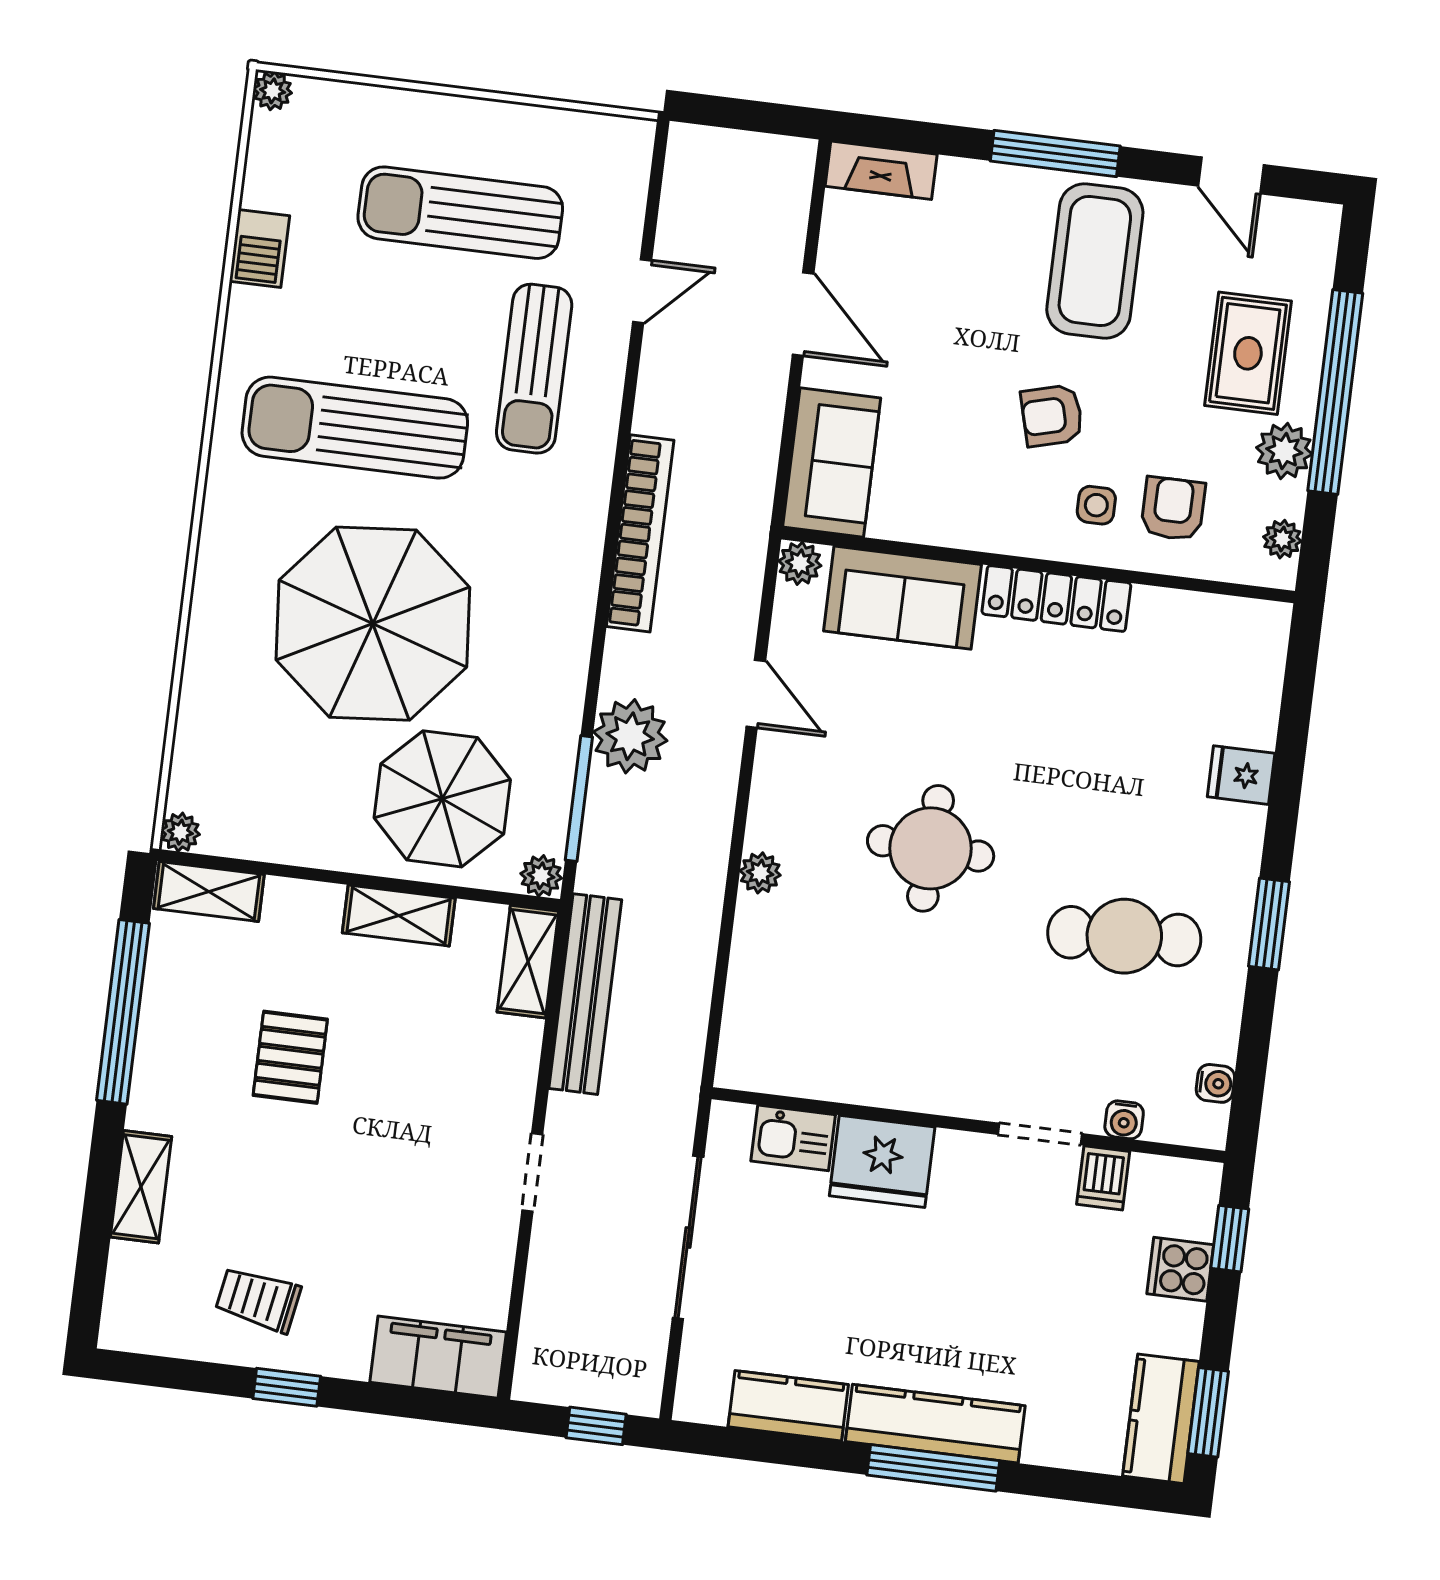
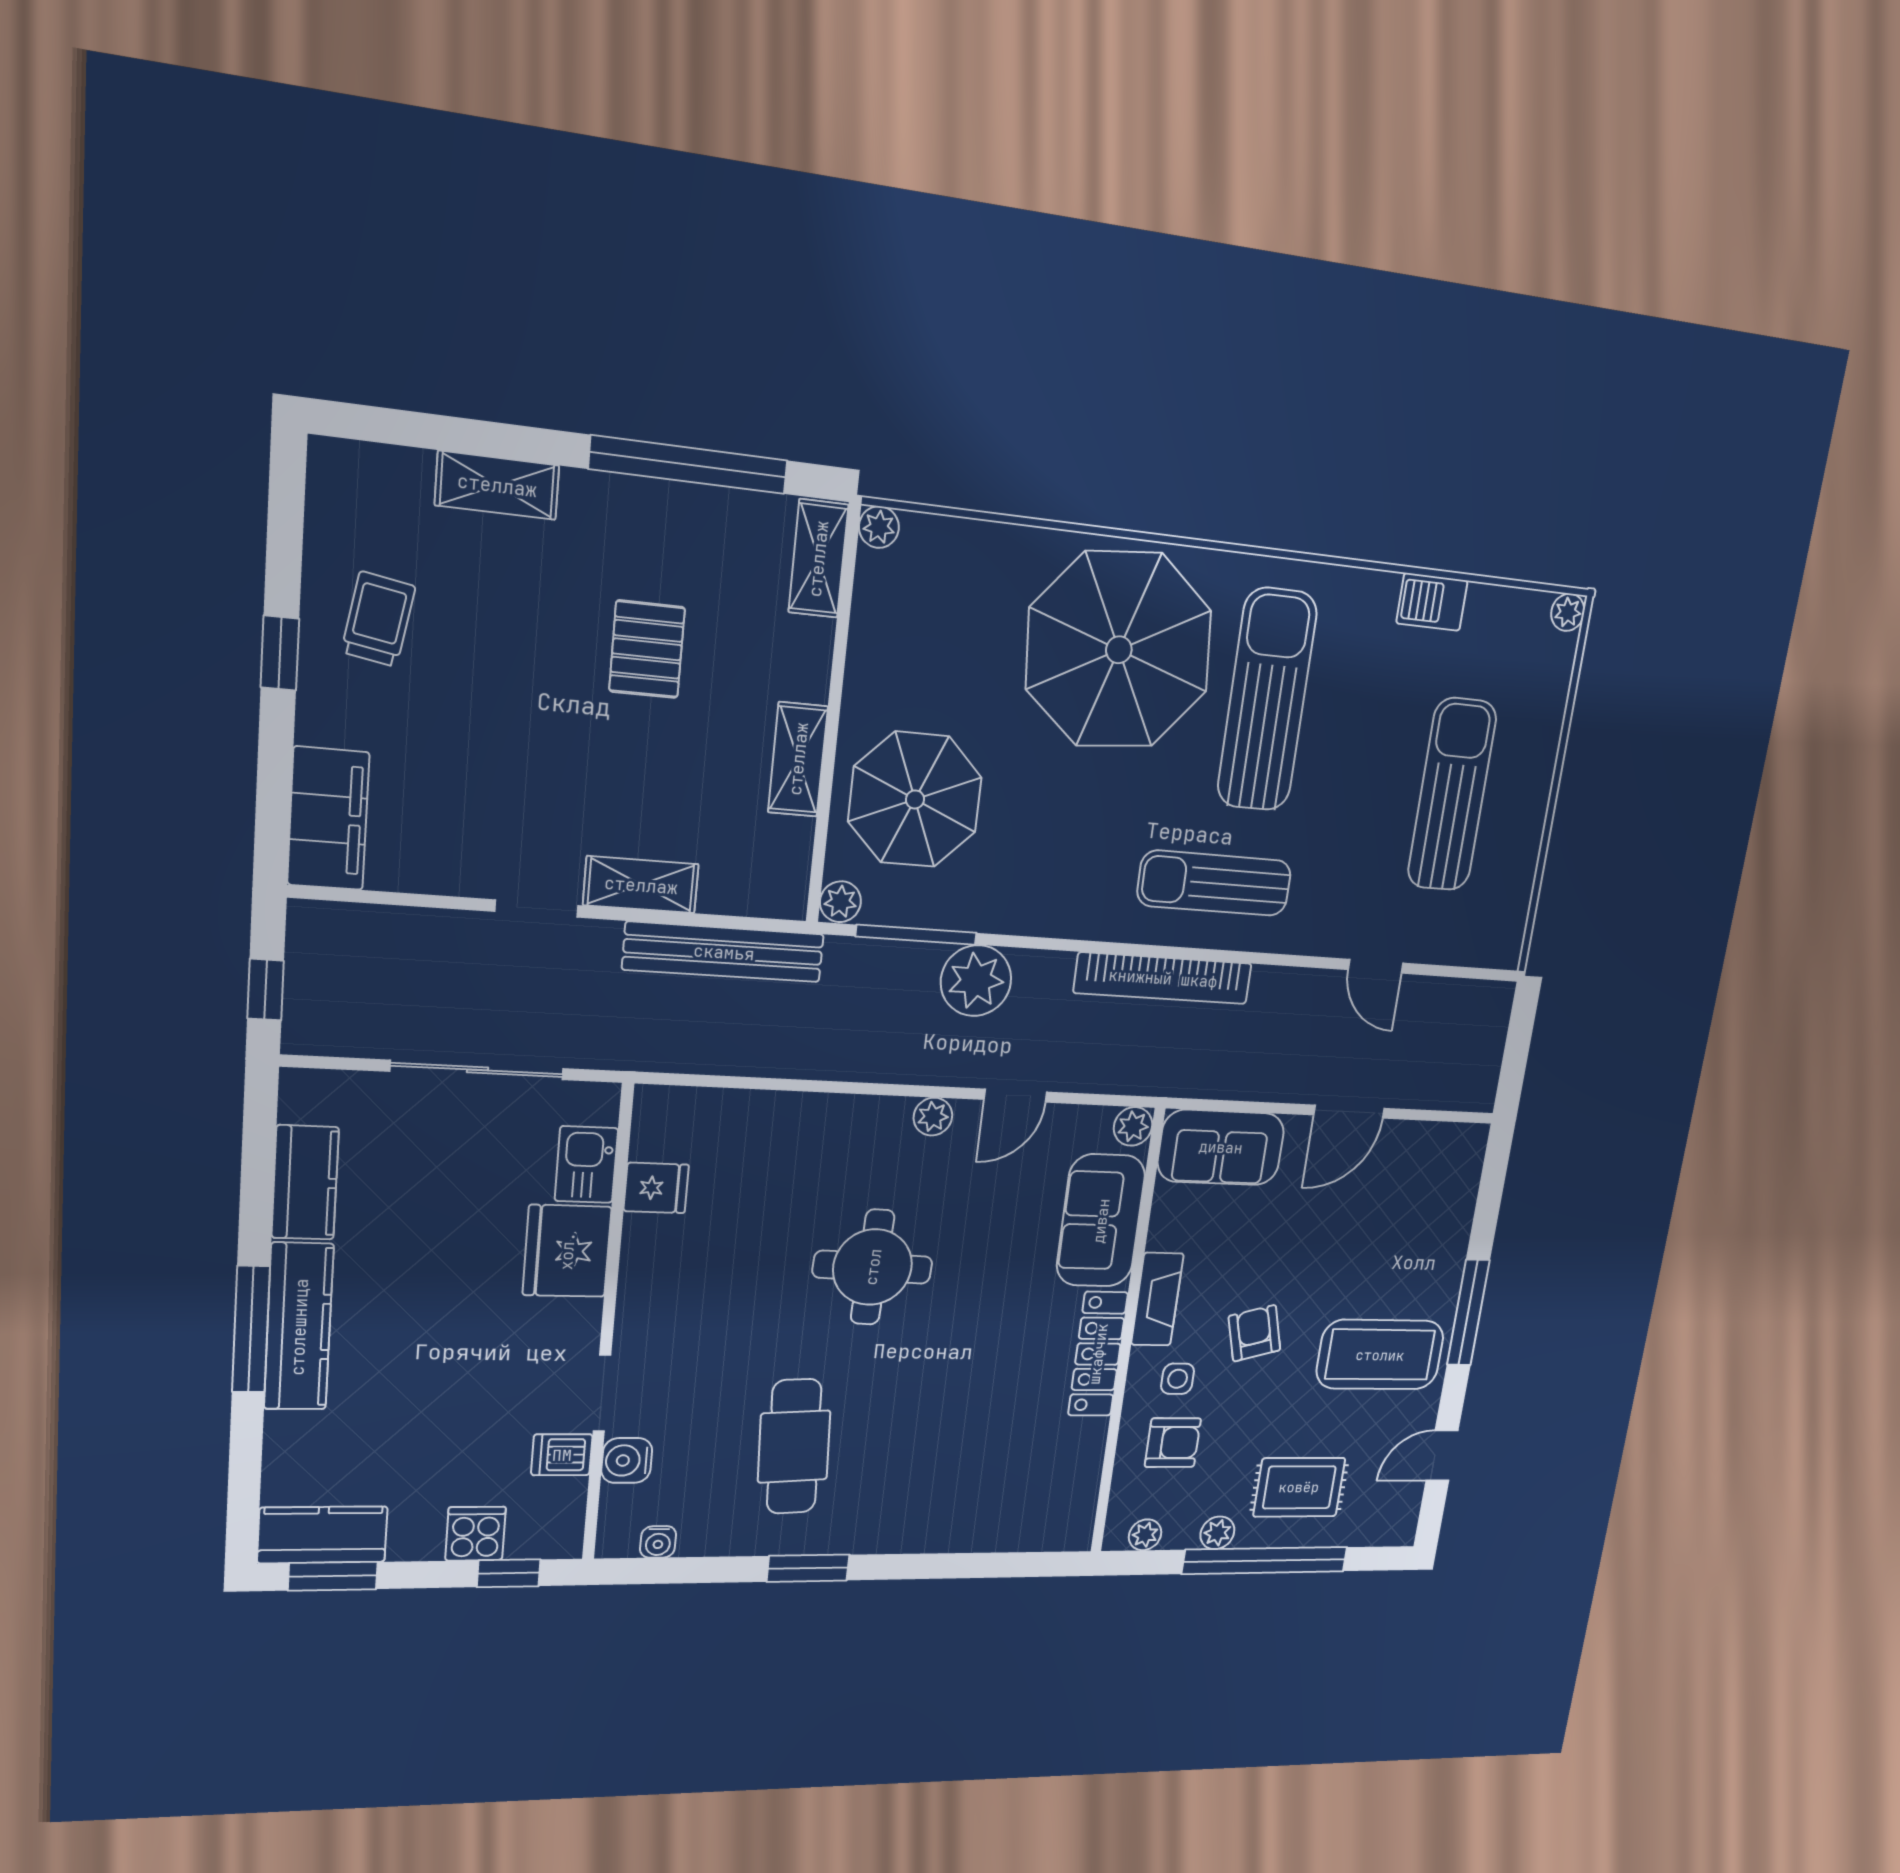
fireplace: (881, 170) -> (1157, 1299), moved, turned 180
sun lounger: (534, 369) -> (1214, 883), moved
plant: (1284, 451) -> (1217, 1533), width x0.73, depth x0.73
parasol: (373, 624) -> (1119, 650), moved
fridge: (1241, 775) -> (656, 1188), moved, turned 90
plant: (760, 873) -> (933, 1117), moved
shelving: (528, 962) -> (641, 885), moved
pallet: (290, 1057) -> (647, 649), turned 90
water cooler: (1124, 1120) -> (627, 1460), width x1.38, depth x1.38

